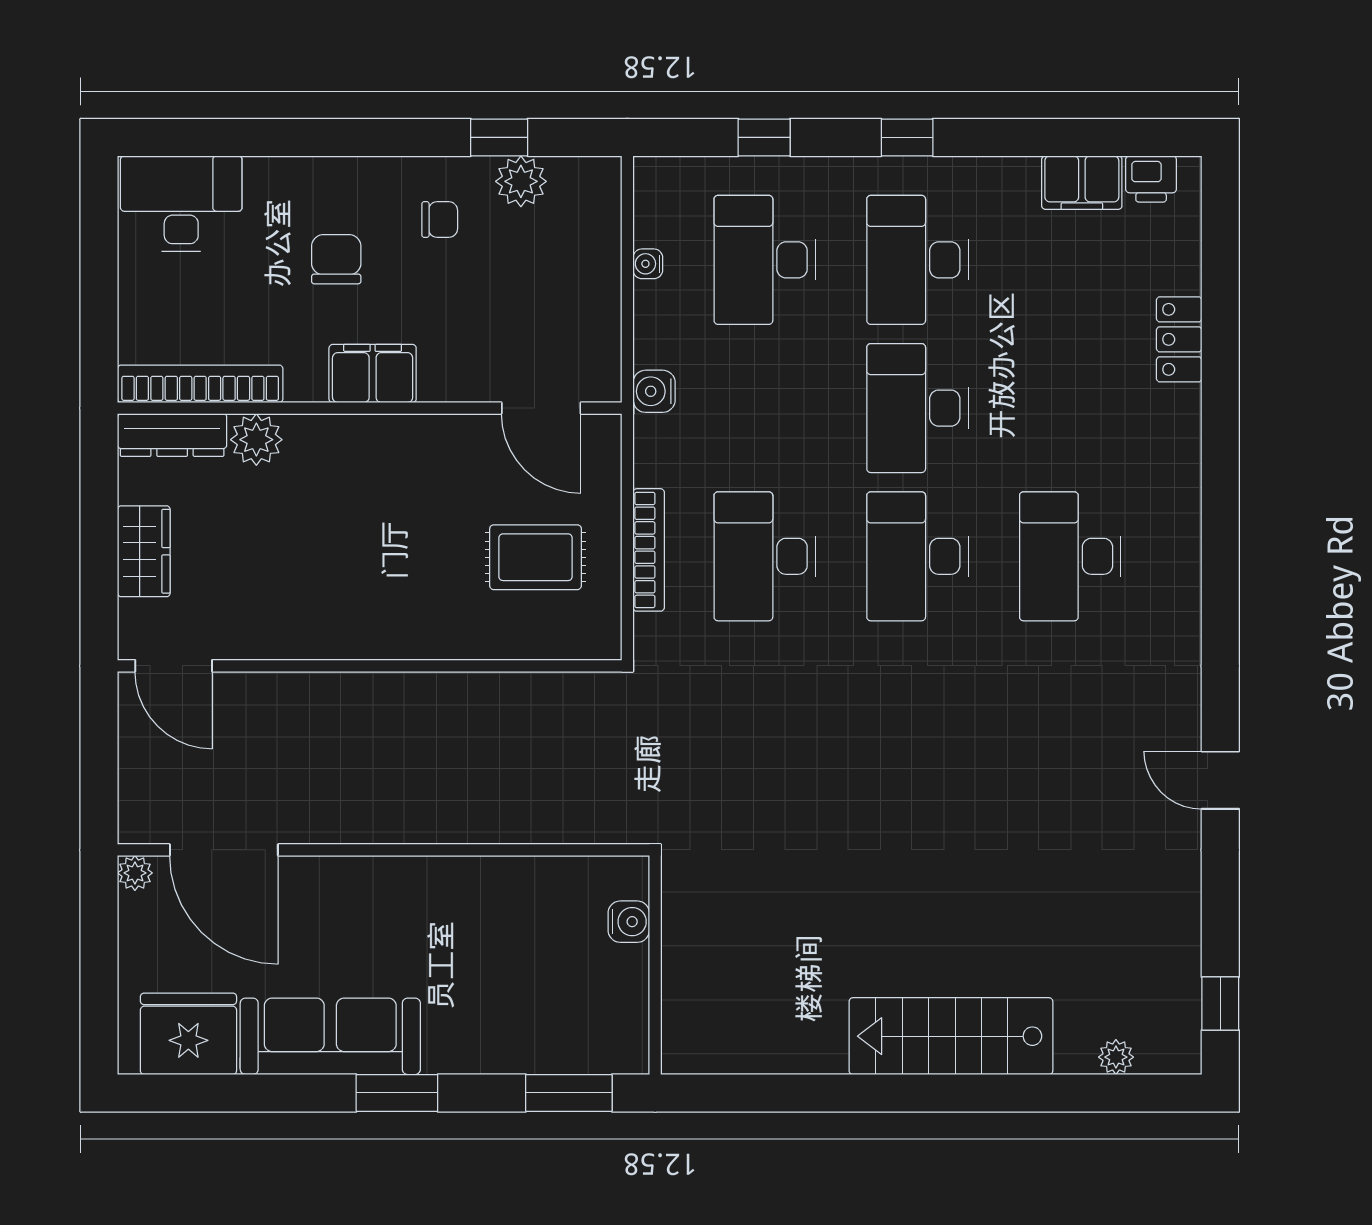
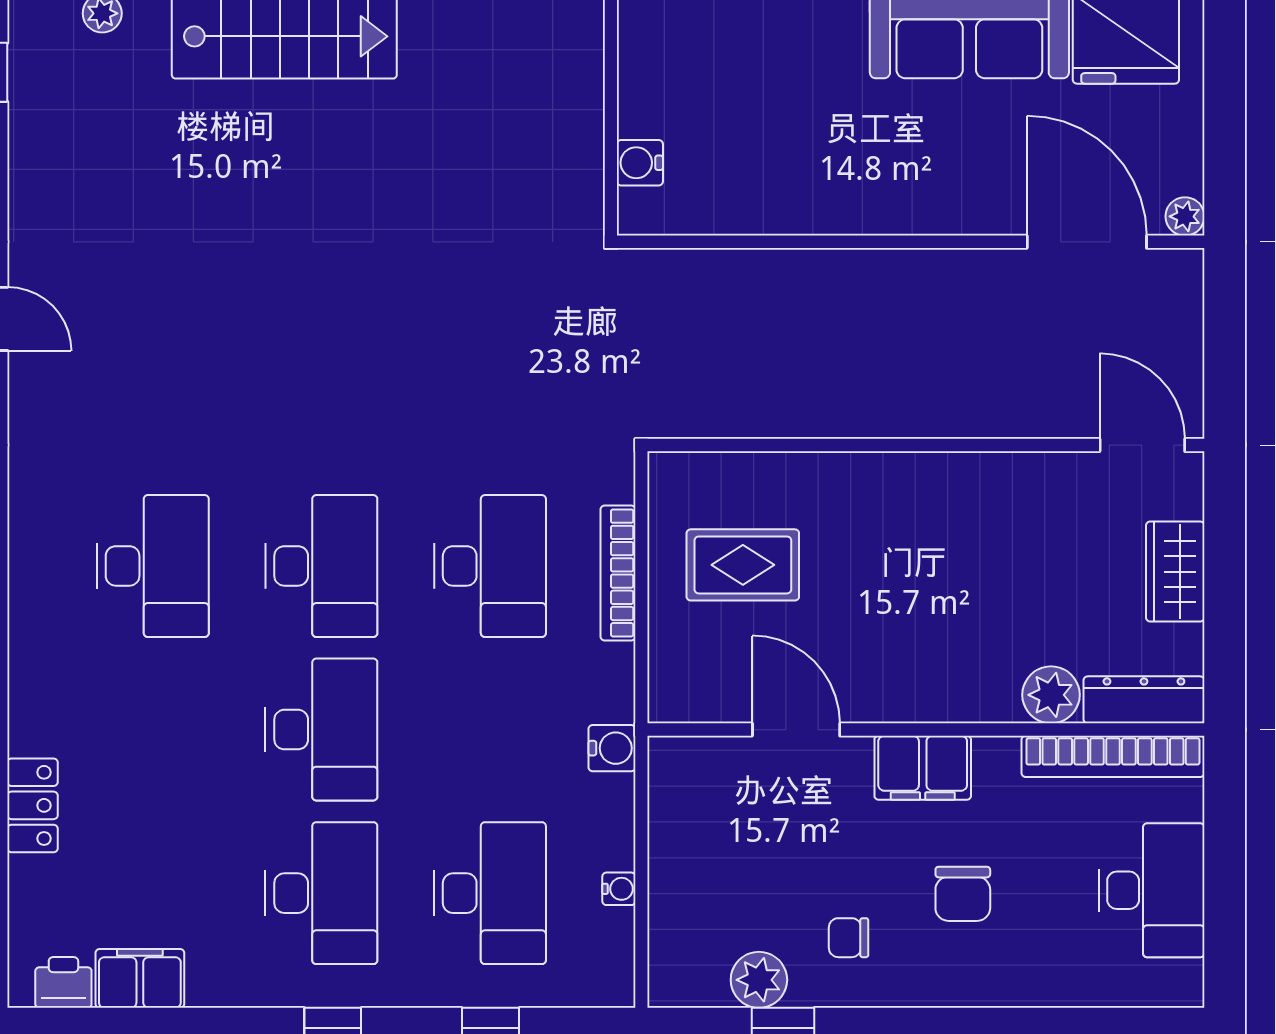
desk: (181, 204) -> (1152, 890), moved, turned -90
door: (541, 408) -> (796, 730), moved

